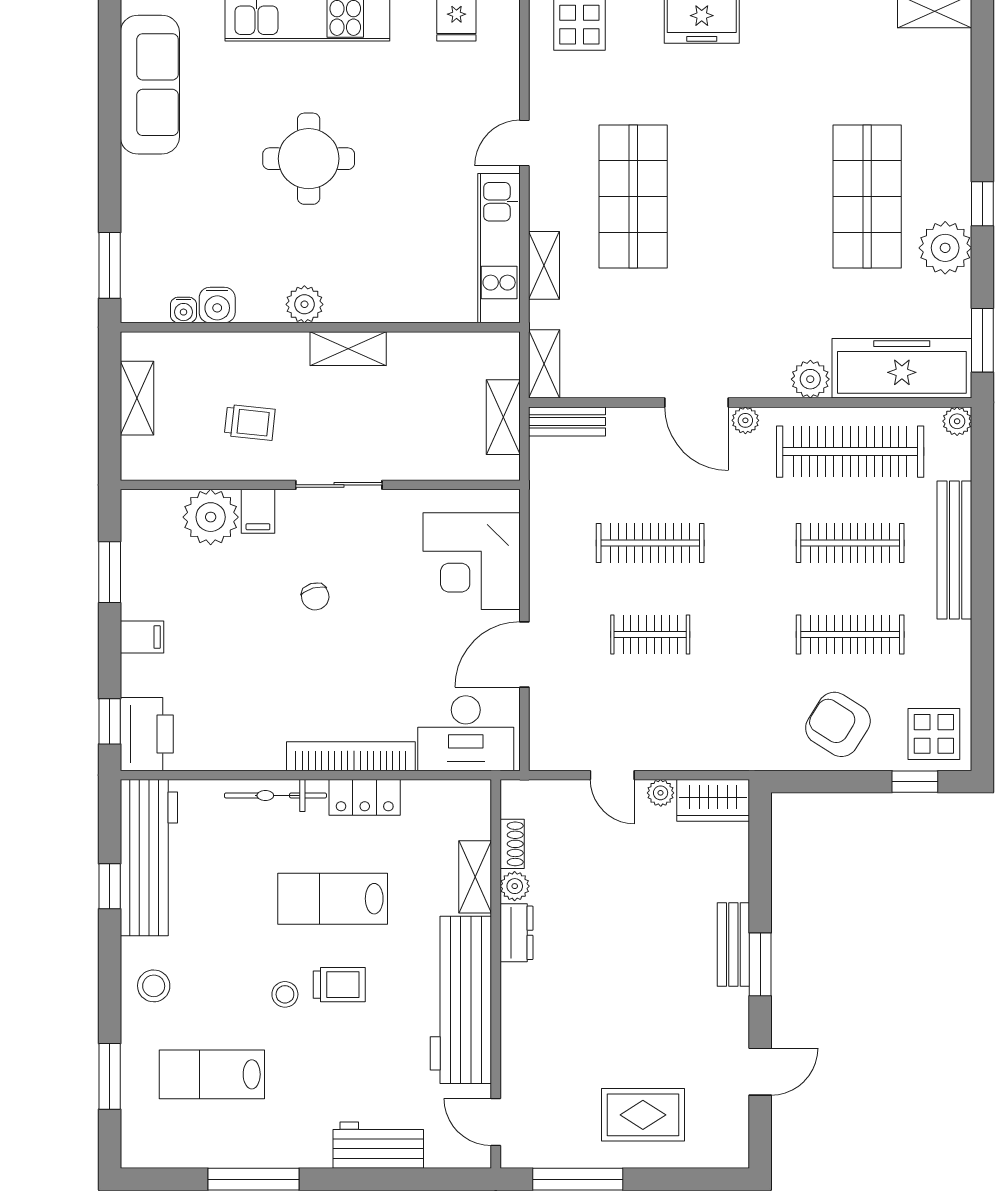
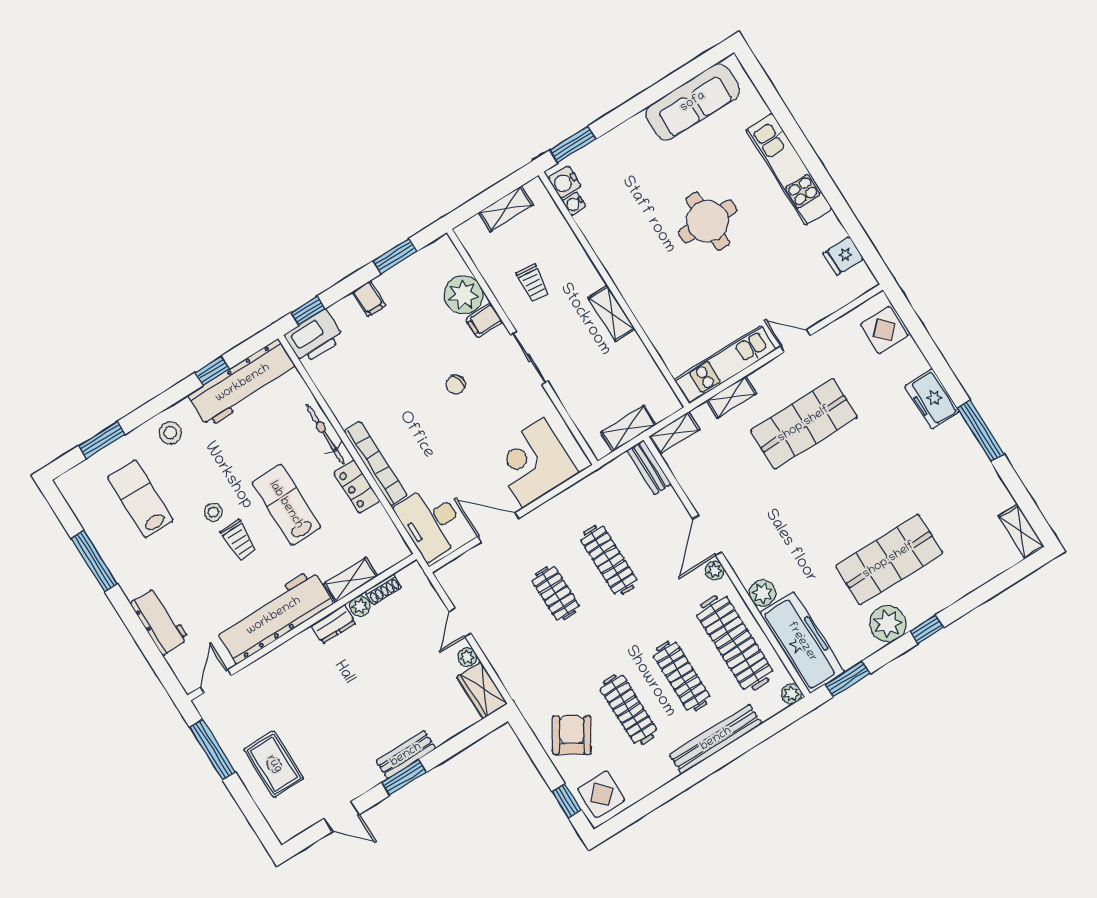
plant: (304, 304) -> (621, 272), removed
water cooler: (217, 305) -> (565, 182), moved

